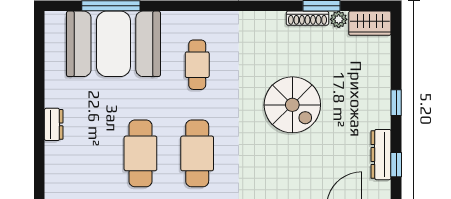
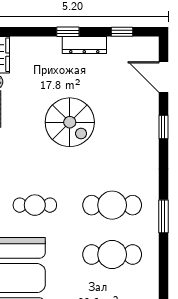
spiral stairs: (292, 105) -> (70, 122), turned 90
dresser: (381, 155) -> (84, 45), moved

